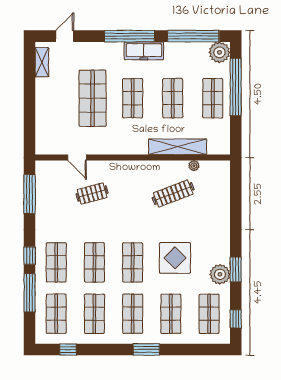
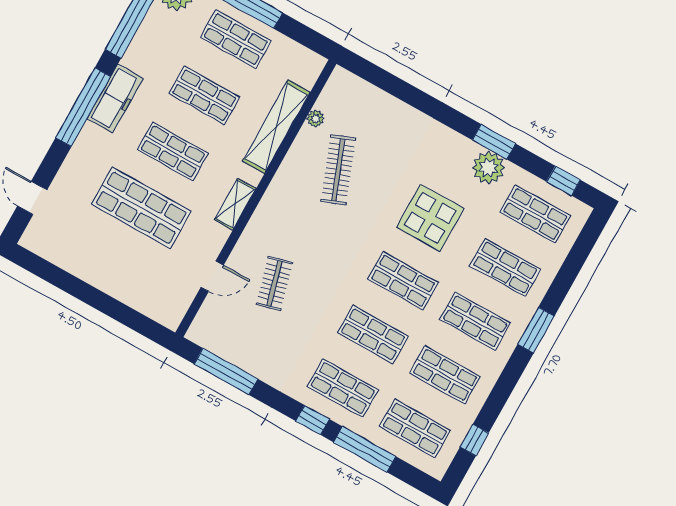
shelving: (42, 62) -> (235, 204), moved, turned 90

